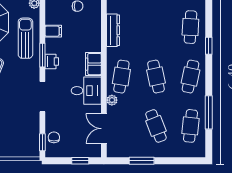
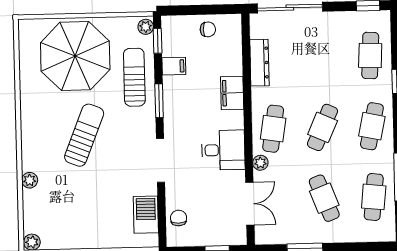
printer: (52, 62) -> (173, 110), removed
filing cabinet: (93, 64) -> (232, 93), moved
cafe table: (156, 77) -> (323, 127), turned 36
double door: (104, 129) -> (250, 204), swing flipped
barbecue: (31, 134) -> (146, 215), added
window: (42, 142) -> (158, 41), moved

